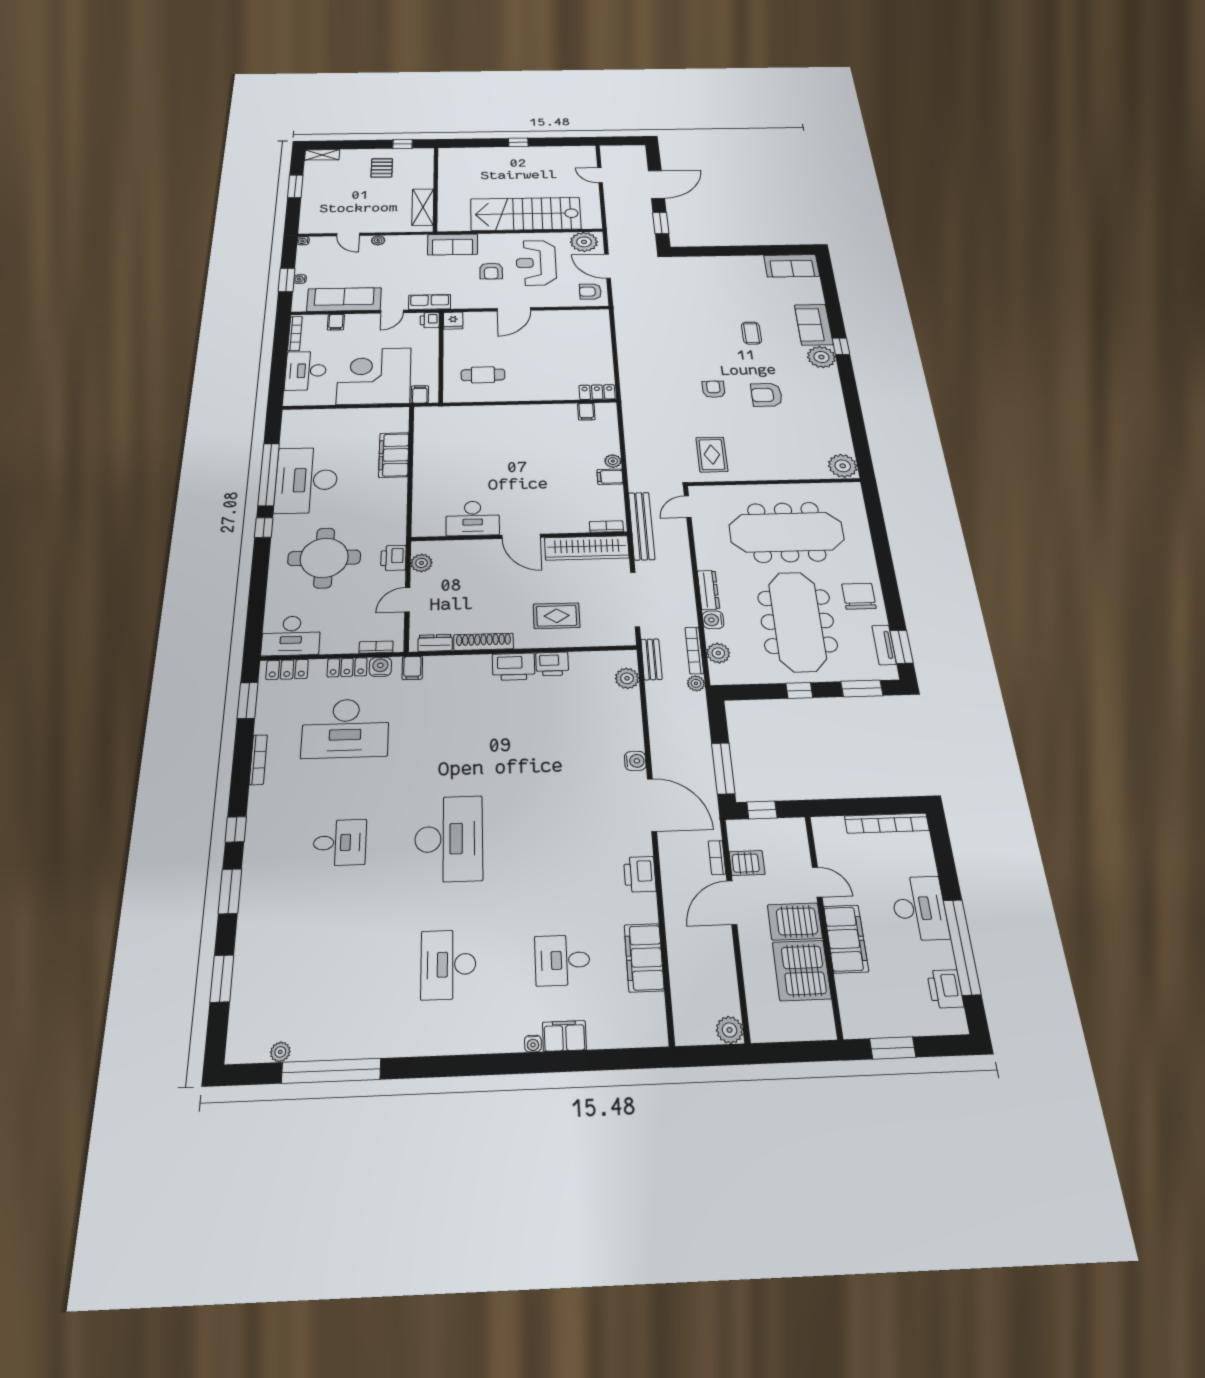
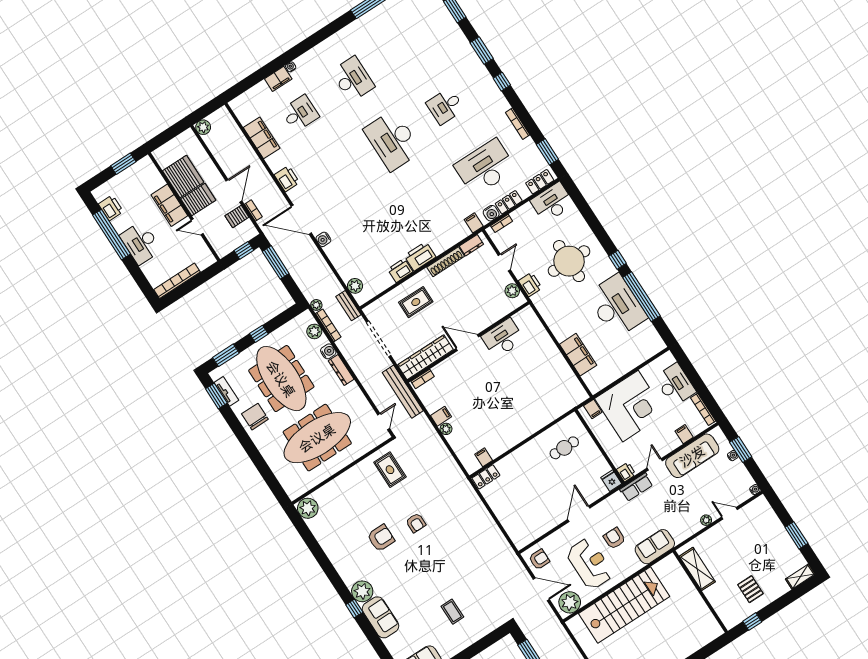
coffee table: (751, 333) -> (452, 612), moved
chair: (859, 596) -> (255, 417), turned 180

